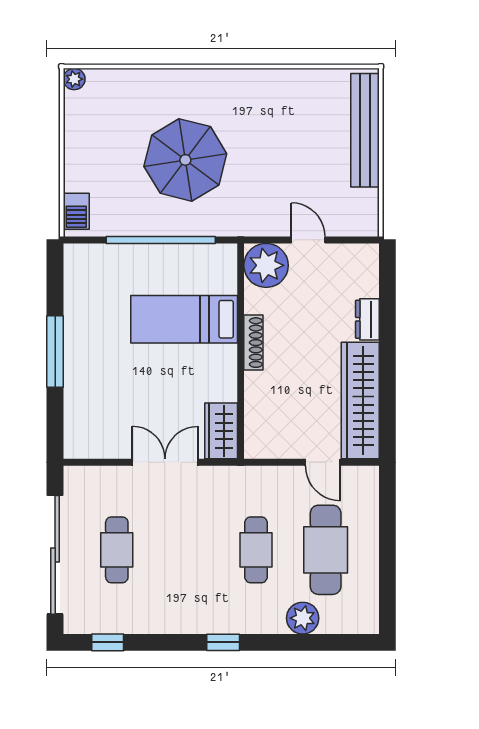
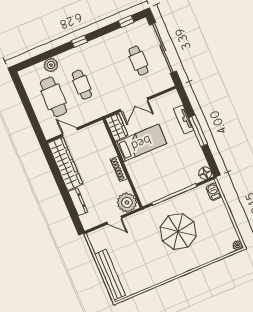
floor lamp: (78, 258) -> (205, 173), added
bed: (184, 319) -> (141, 143), moved
dresser: (367, 319) -> (78, 202), width x1.44
tv unit: (75, 388) -> (184, 120), added

